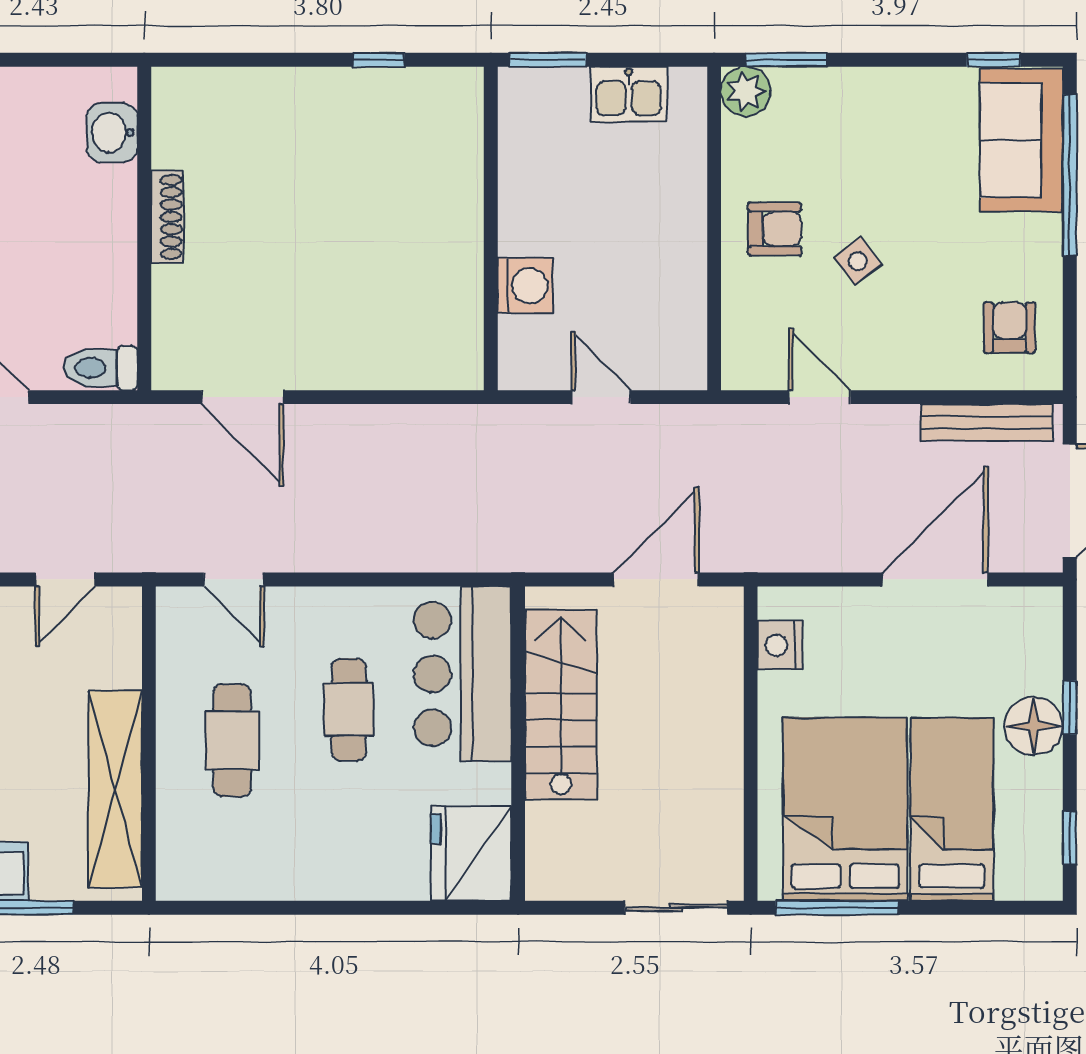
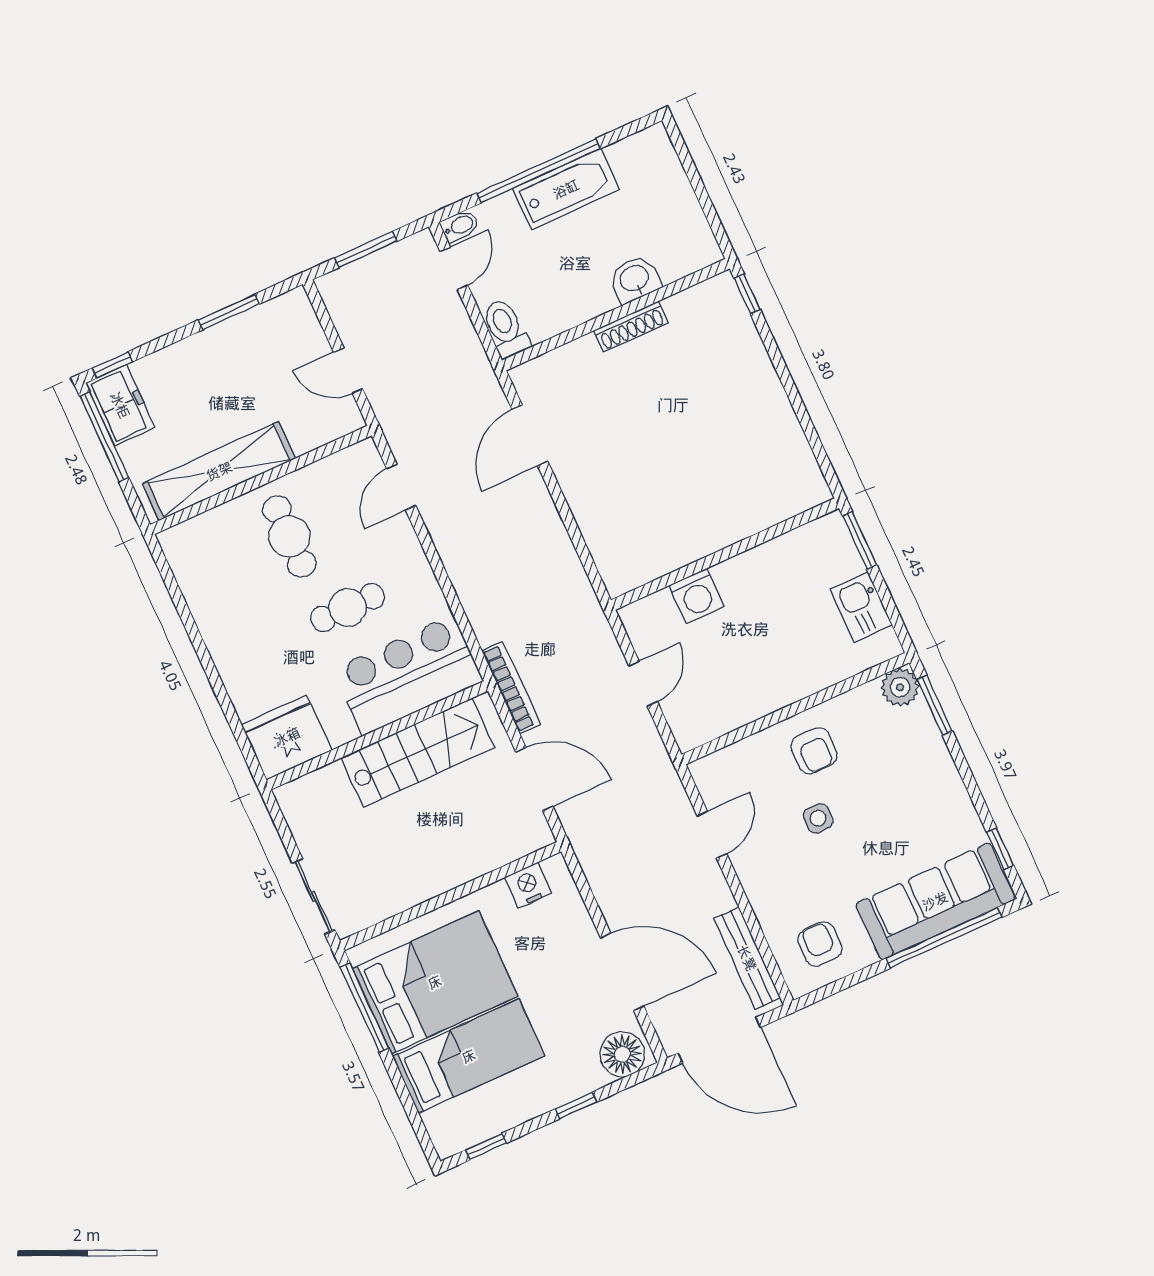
window: (379, 60) -> (747, 294), moved
washbasin: (112, 133) -> (635, 279), moved
sofa: (1021, 140) -> (935, 901), width x1.36
side table: (858, 261) -> (818, 818), turned 38
armchair: (1010, 328) -> (820, 944), turned -90
bookcase: (534, 557) -> (511, 688), added
floor lamp: (1034, 726) -> (622, 1054), moved
cafe table: (232, 740) -> (289, 537), turned 90

